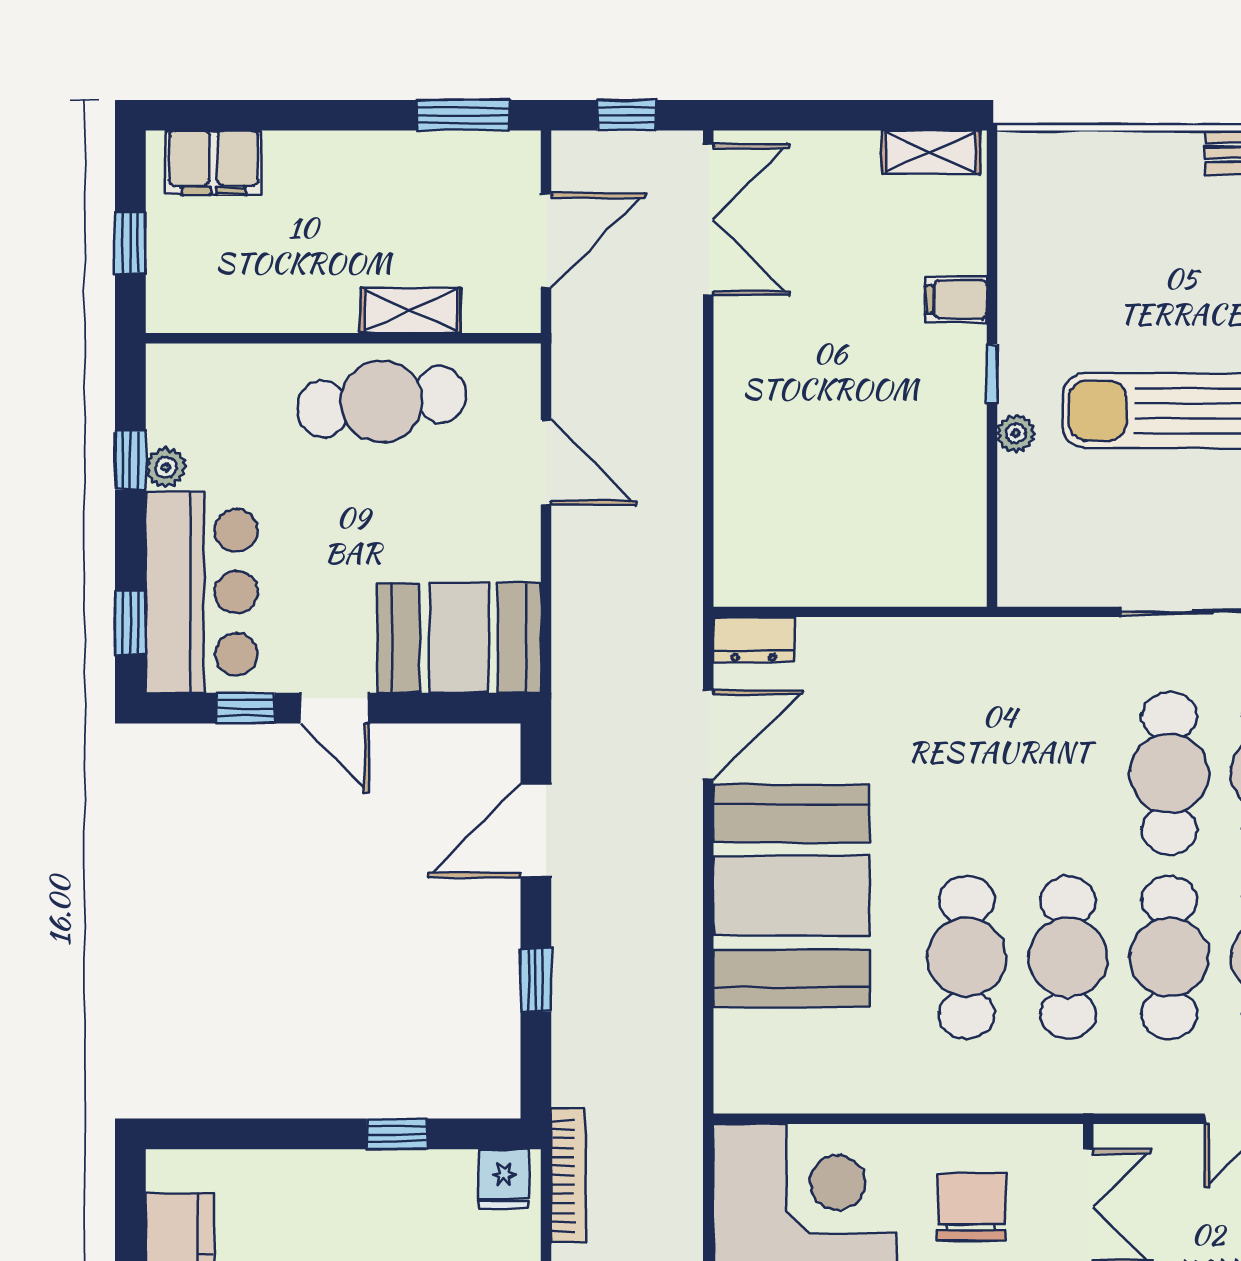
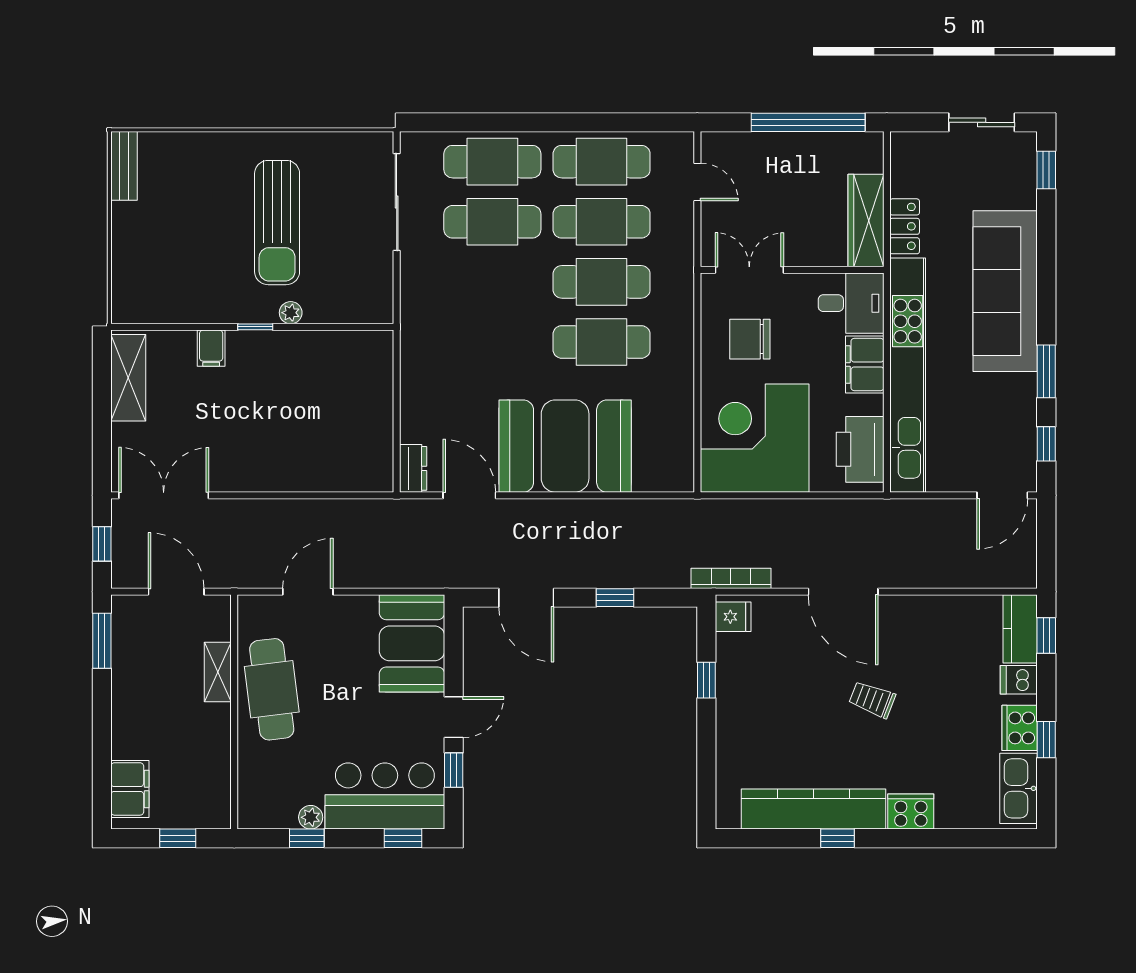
shelving: (931, 152) -> (128, 378), width x1.50, depth x1.33

